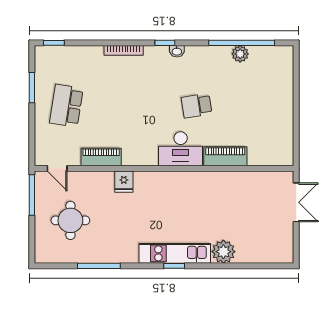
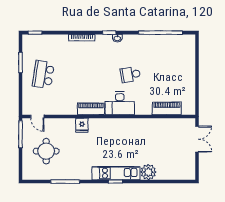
plant: (240, 54) -> (160, 40), removed
piano: (225, 156) -> (167, 108), moved
piano: (101, 157) -> (91, 109), moved

